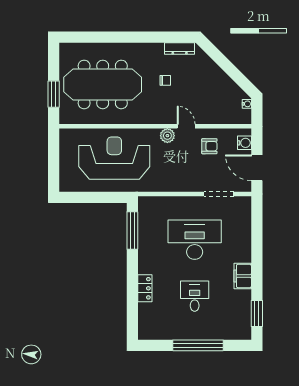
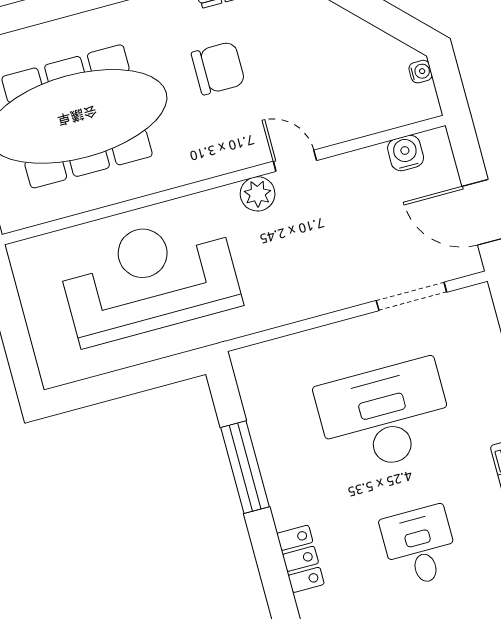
chair: (165, 80) -> (218, 68), width x1.87, depth x1.87
water cooler: (244, 143) -> (406, 153), moved, turned -90
armchair: (209, 146) -> (361, 192), removed
window: (132, 231) -> (245, 467), moved

